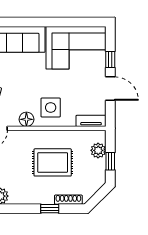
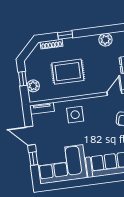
floor lamp: (26, 119) -> (93, 103), removed

